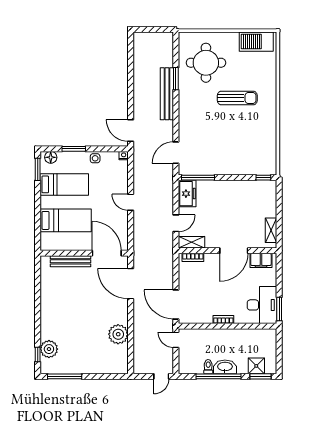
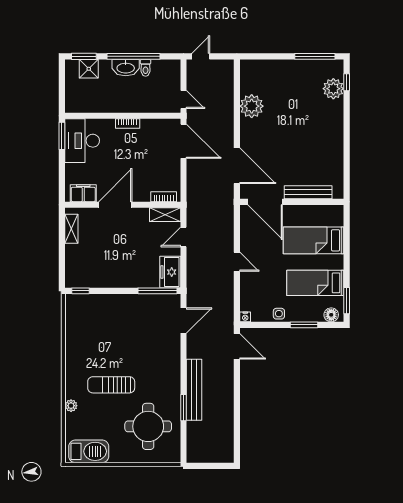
plant: (271, 80) -> (71, 406), added

